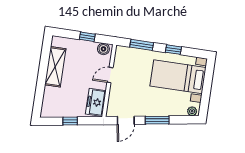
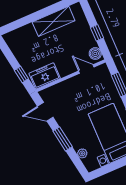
door: (110, 75) -> (86, 69), moved
plant: (192, 111) -> (82, 153), moved
window: (70, 121) -> (21, 74), moved

